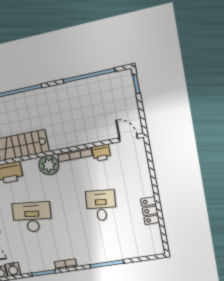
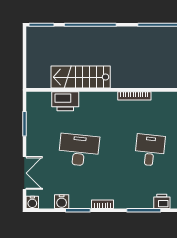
printer: (101, 153) -> (162, 201), moved, turned 180
plant: (49, 165) -> (107, 101), removed
water cooler: (13, 269) -> (62, 202), moved

